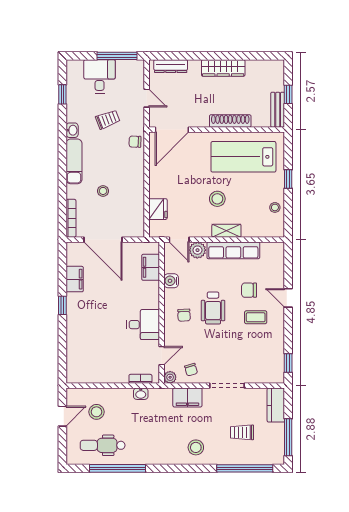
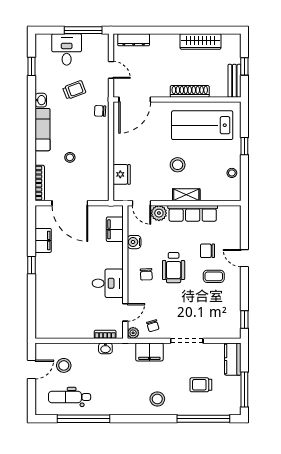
wardrobe: (223, 68) -> (201, 41), moved

